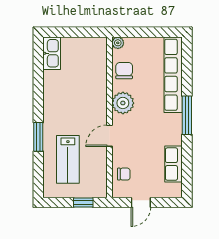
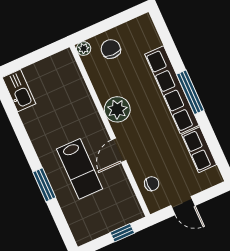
chair: (124, 71) -> (111, 49), moved
row of seats: (173, 75) -> (172, 90), moved
lab bench: (68, 159) -> (80, 169), moved
door: (141, 203) -> (183, 206), hinge flipped

